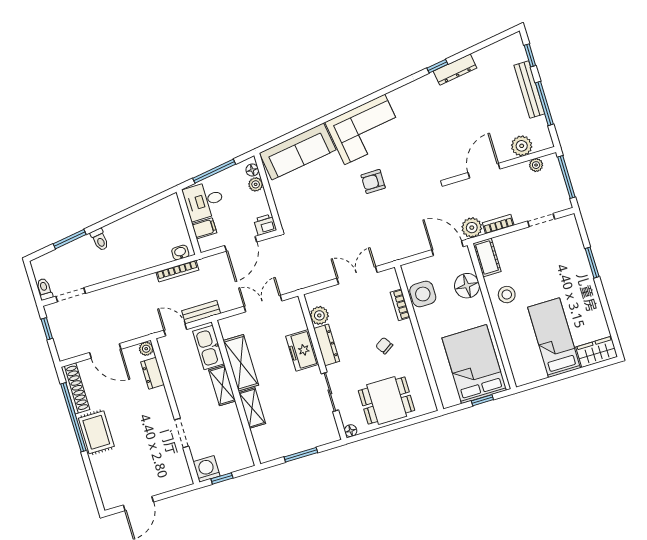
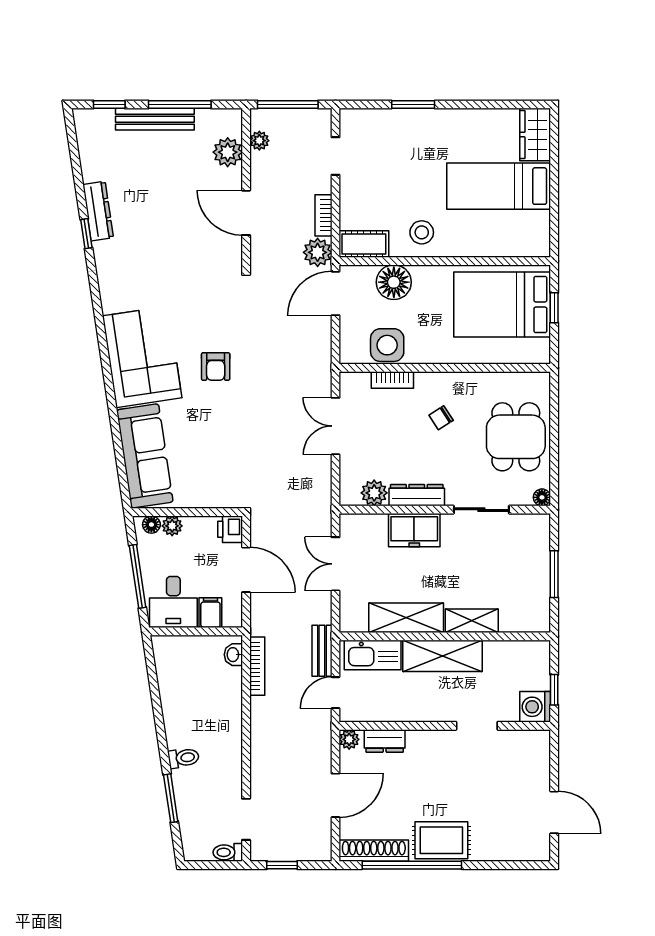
shelving: (222, 386) -> (442, 656), width x1.50, depth x1.33

